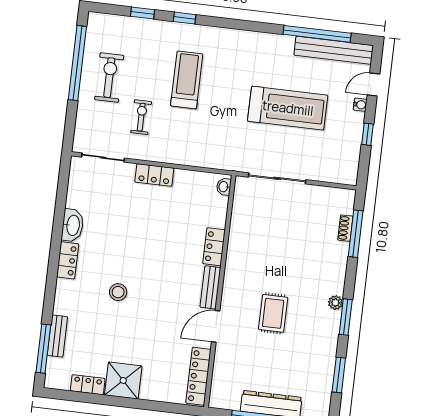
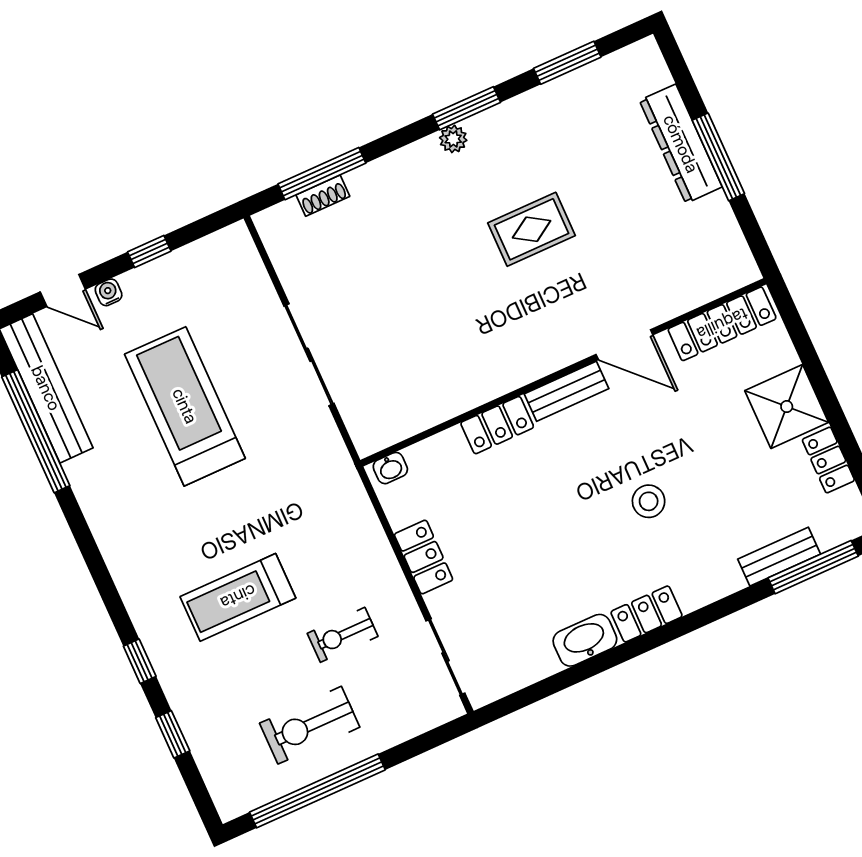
washbasin: (224, 187) -> (390, 468), moved
locker: (214, 247) -> (497, 425), moved
bench: (210, 287) -> (566, 391), moved
wall: (220, 291) -> (563, 372), moved
door: (216, 326) -> (624, 345), moved
locker: (198, 376) -> (722, 324), moved

